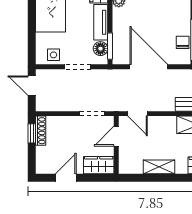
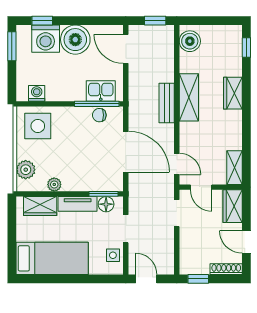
door: (149, 67) -> (126, 152), swing flipped
door: (32, 86) -> (146, 279), swing flipped
door: (138, 114) -> (177, 164), hinge flipped
shoe rack: (41, 131) -> (226, 269), moved
shelving: (159, 167) -> (235, 168), moved

